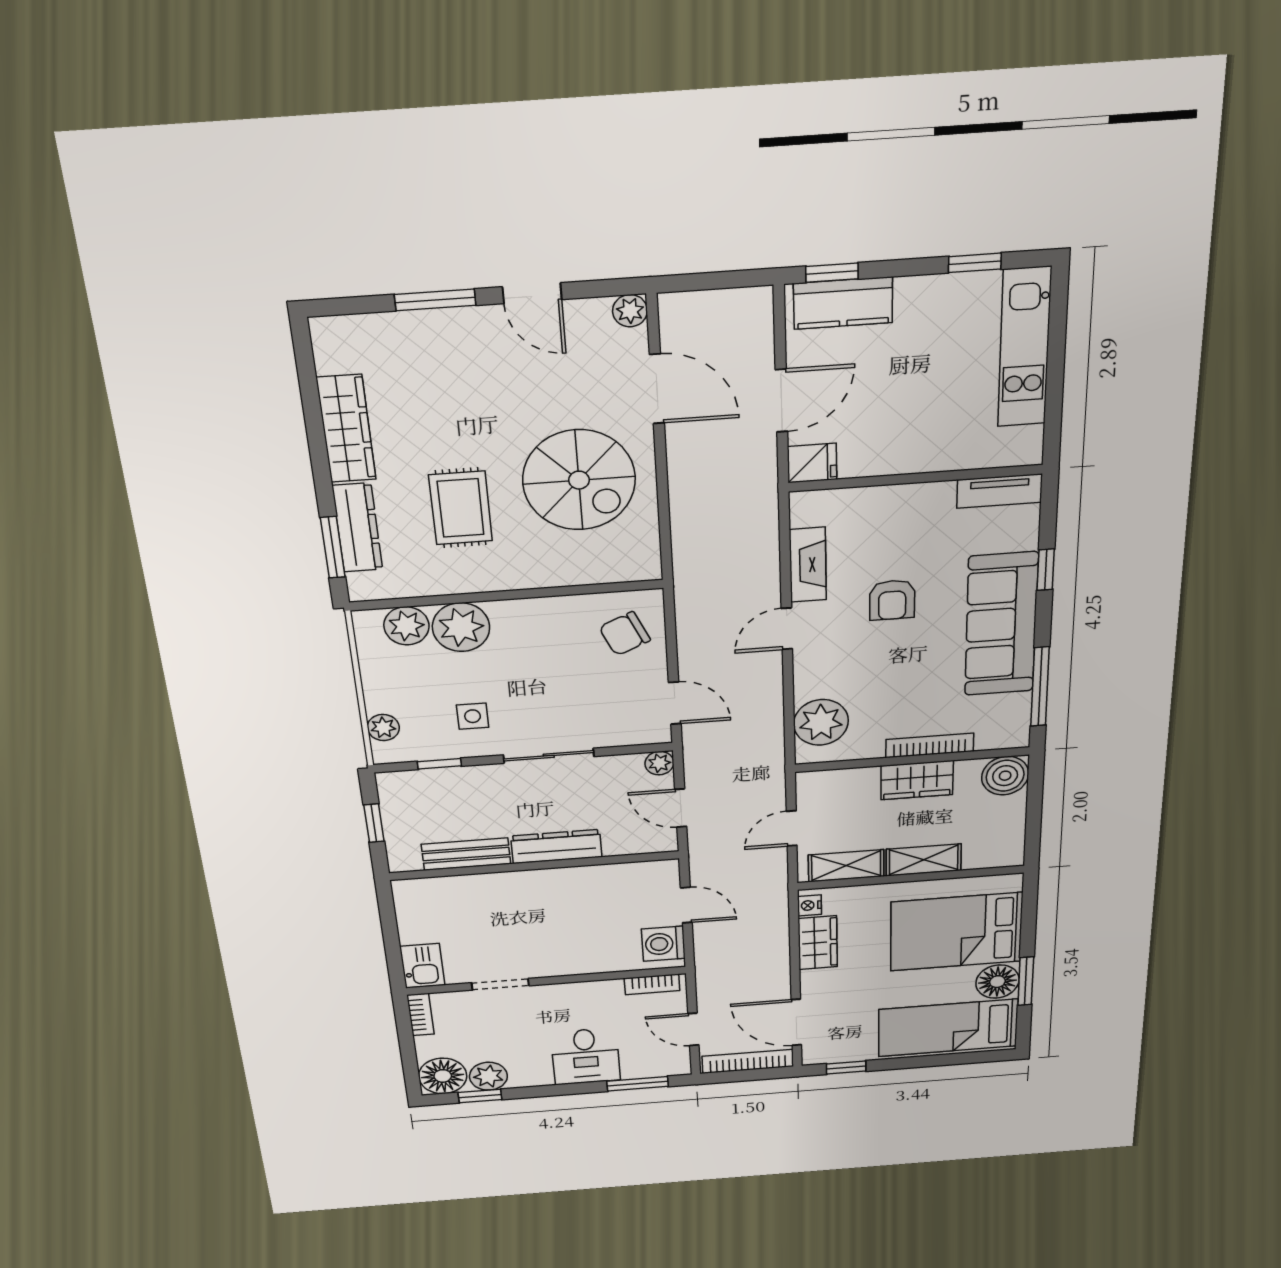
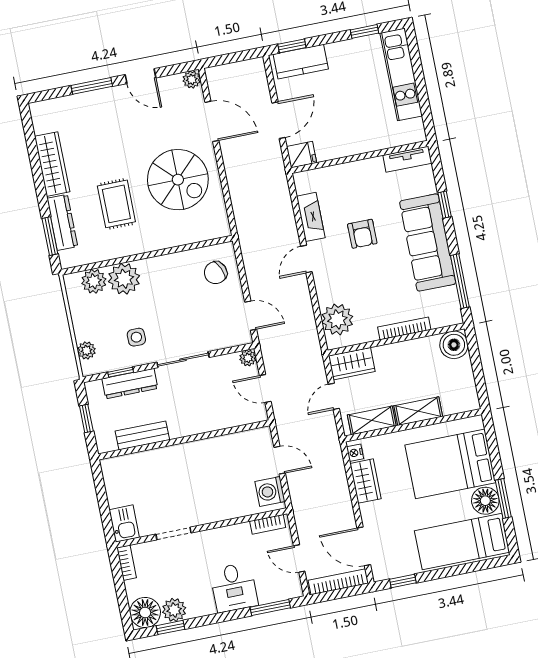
wardrobe: (917, 780) -> (352, 364), moved
dresser: (556, 847) -> (130, 384), moved, turned 180

